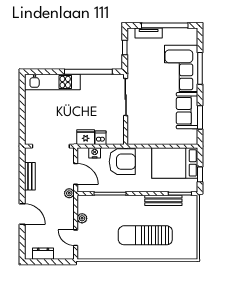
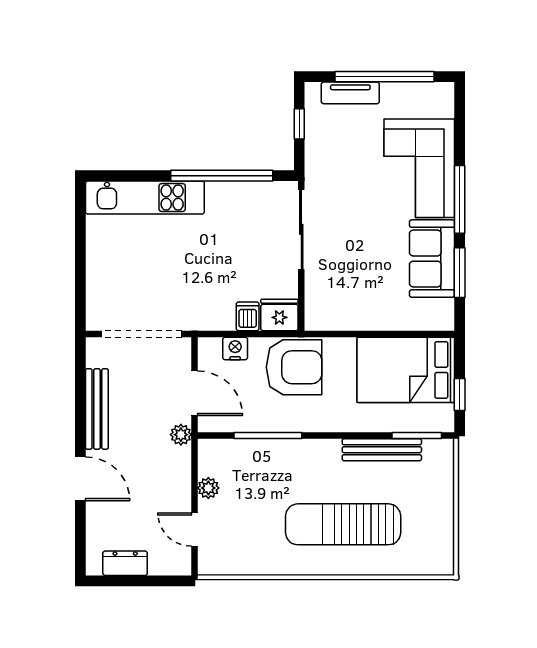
window: (200, 68) -> (460, 199), moved
fridge: (86, 137) -> (279, 315), moved
bench: (30, 176) -> (97, 409), width x1.36

